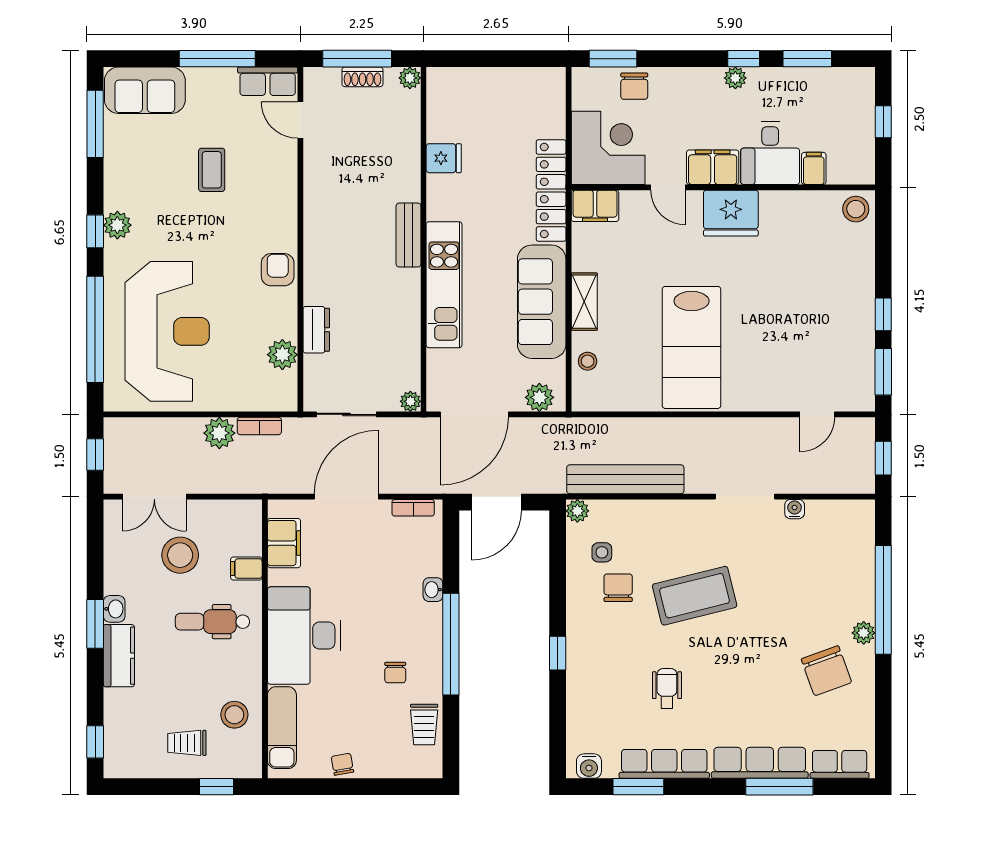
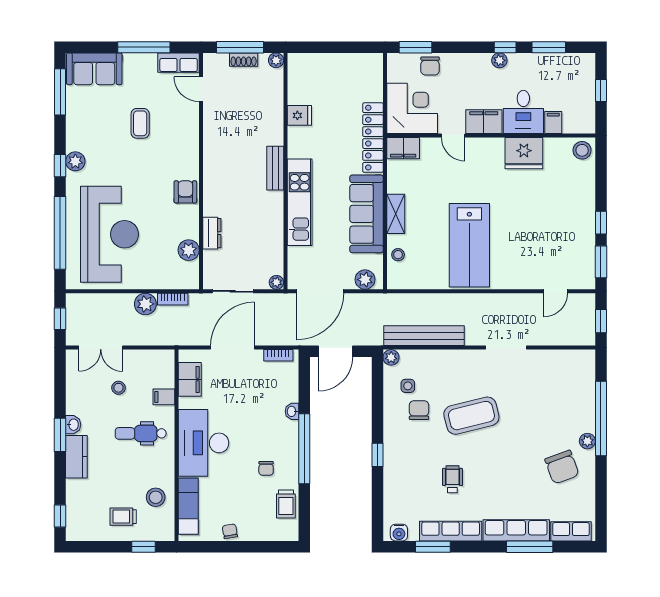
fridge: (731, 213) -> (524, 153), moved
water cooler: (795, 509) -> (540, 356), removed
stool: (180, 555) -> (118, 388), width x0.53, depth x0.53

